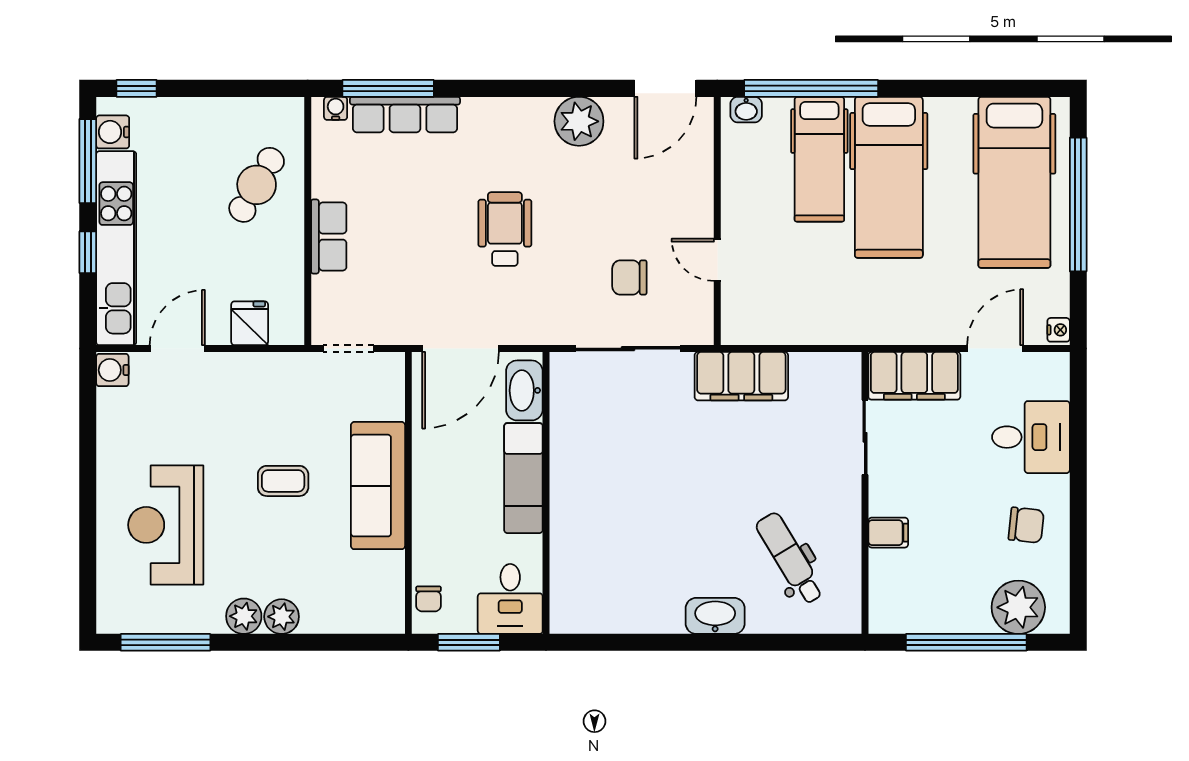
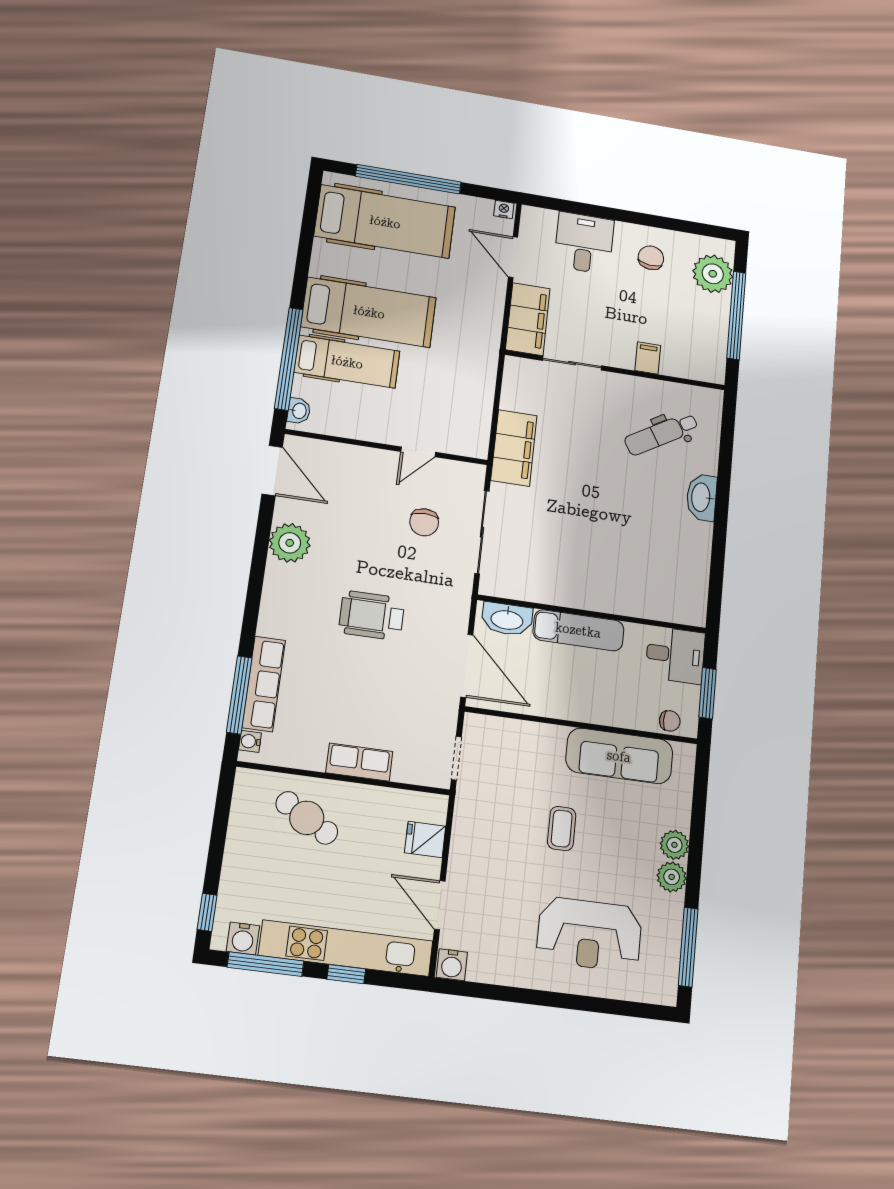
sofa: (378, 486) -> (619, 756), moved

